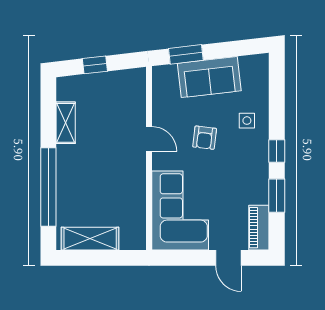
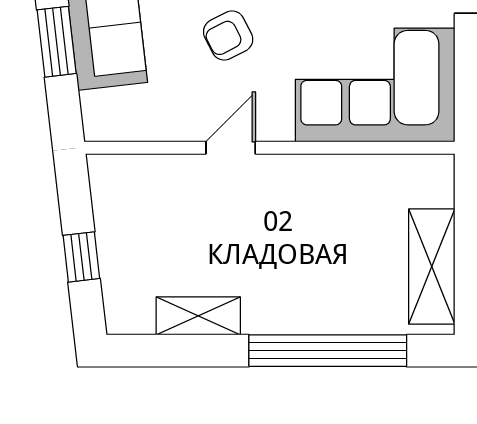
window: (186, 54) -> (57, 42), moved
armchair: (205, 138) -> (228, 36), turned 146

